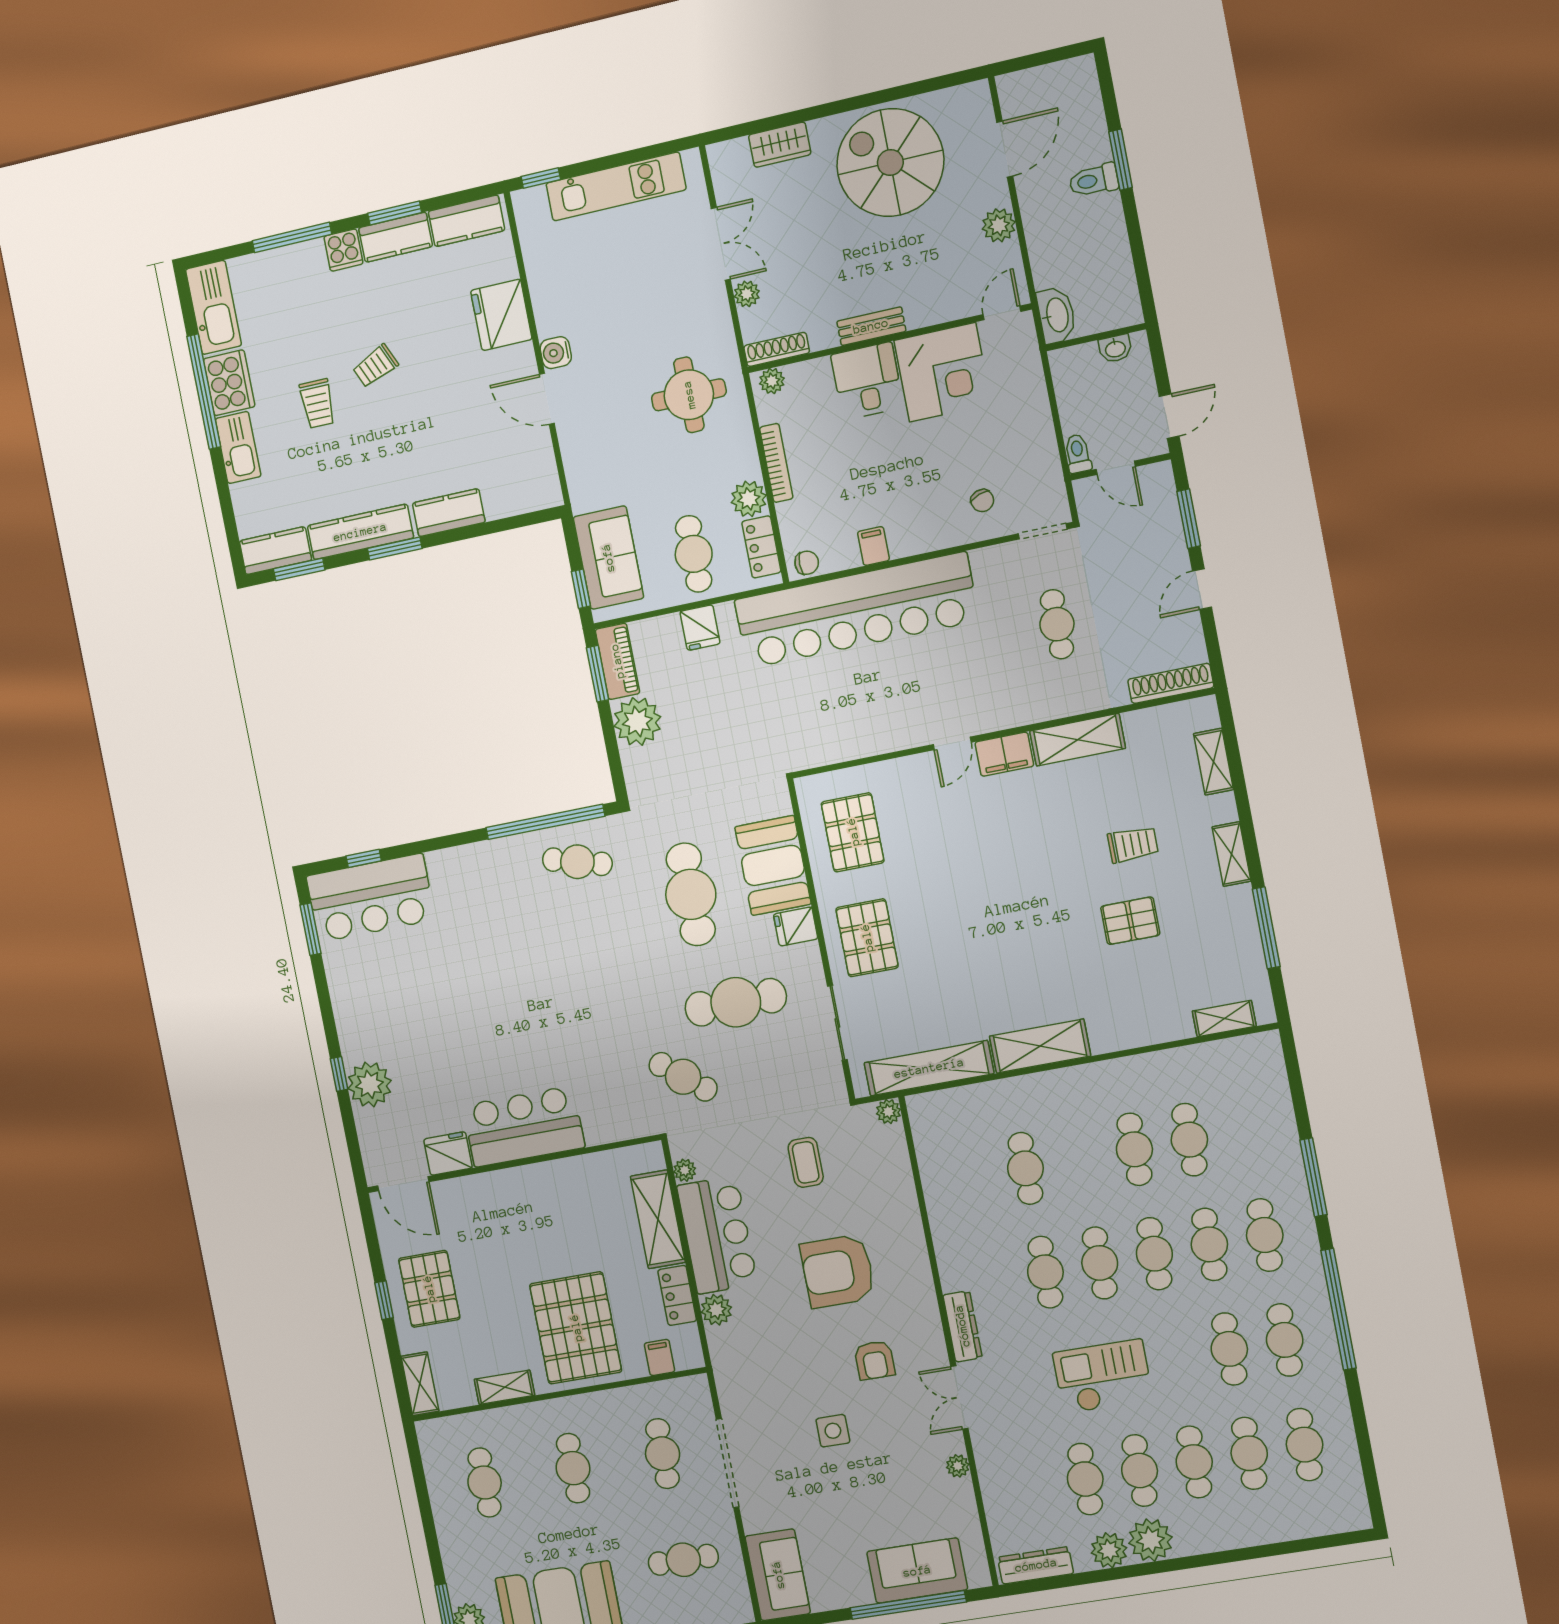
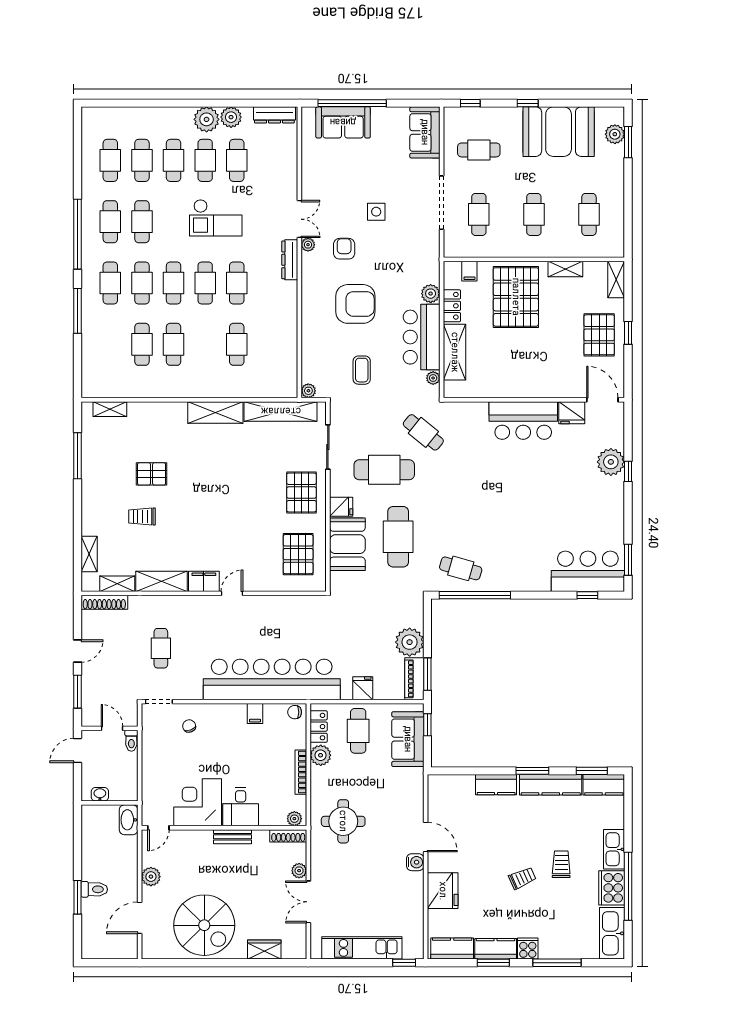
shelving: (1231, 854) -> (117, 584), moved, turned 90
plant: (958, 1466) -> (308, 245), moved

